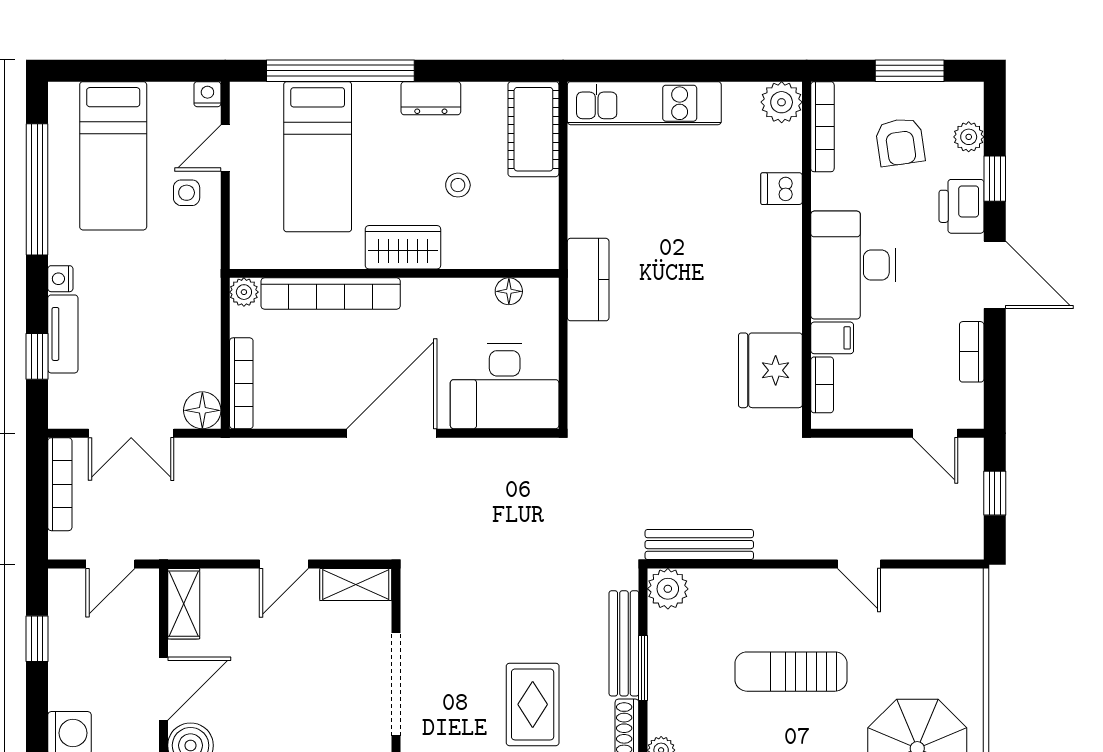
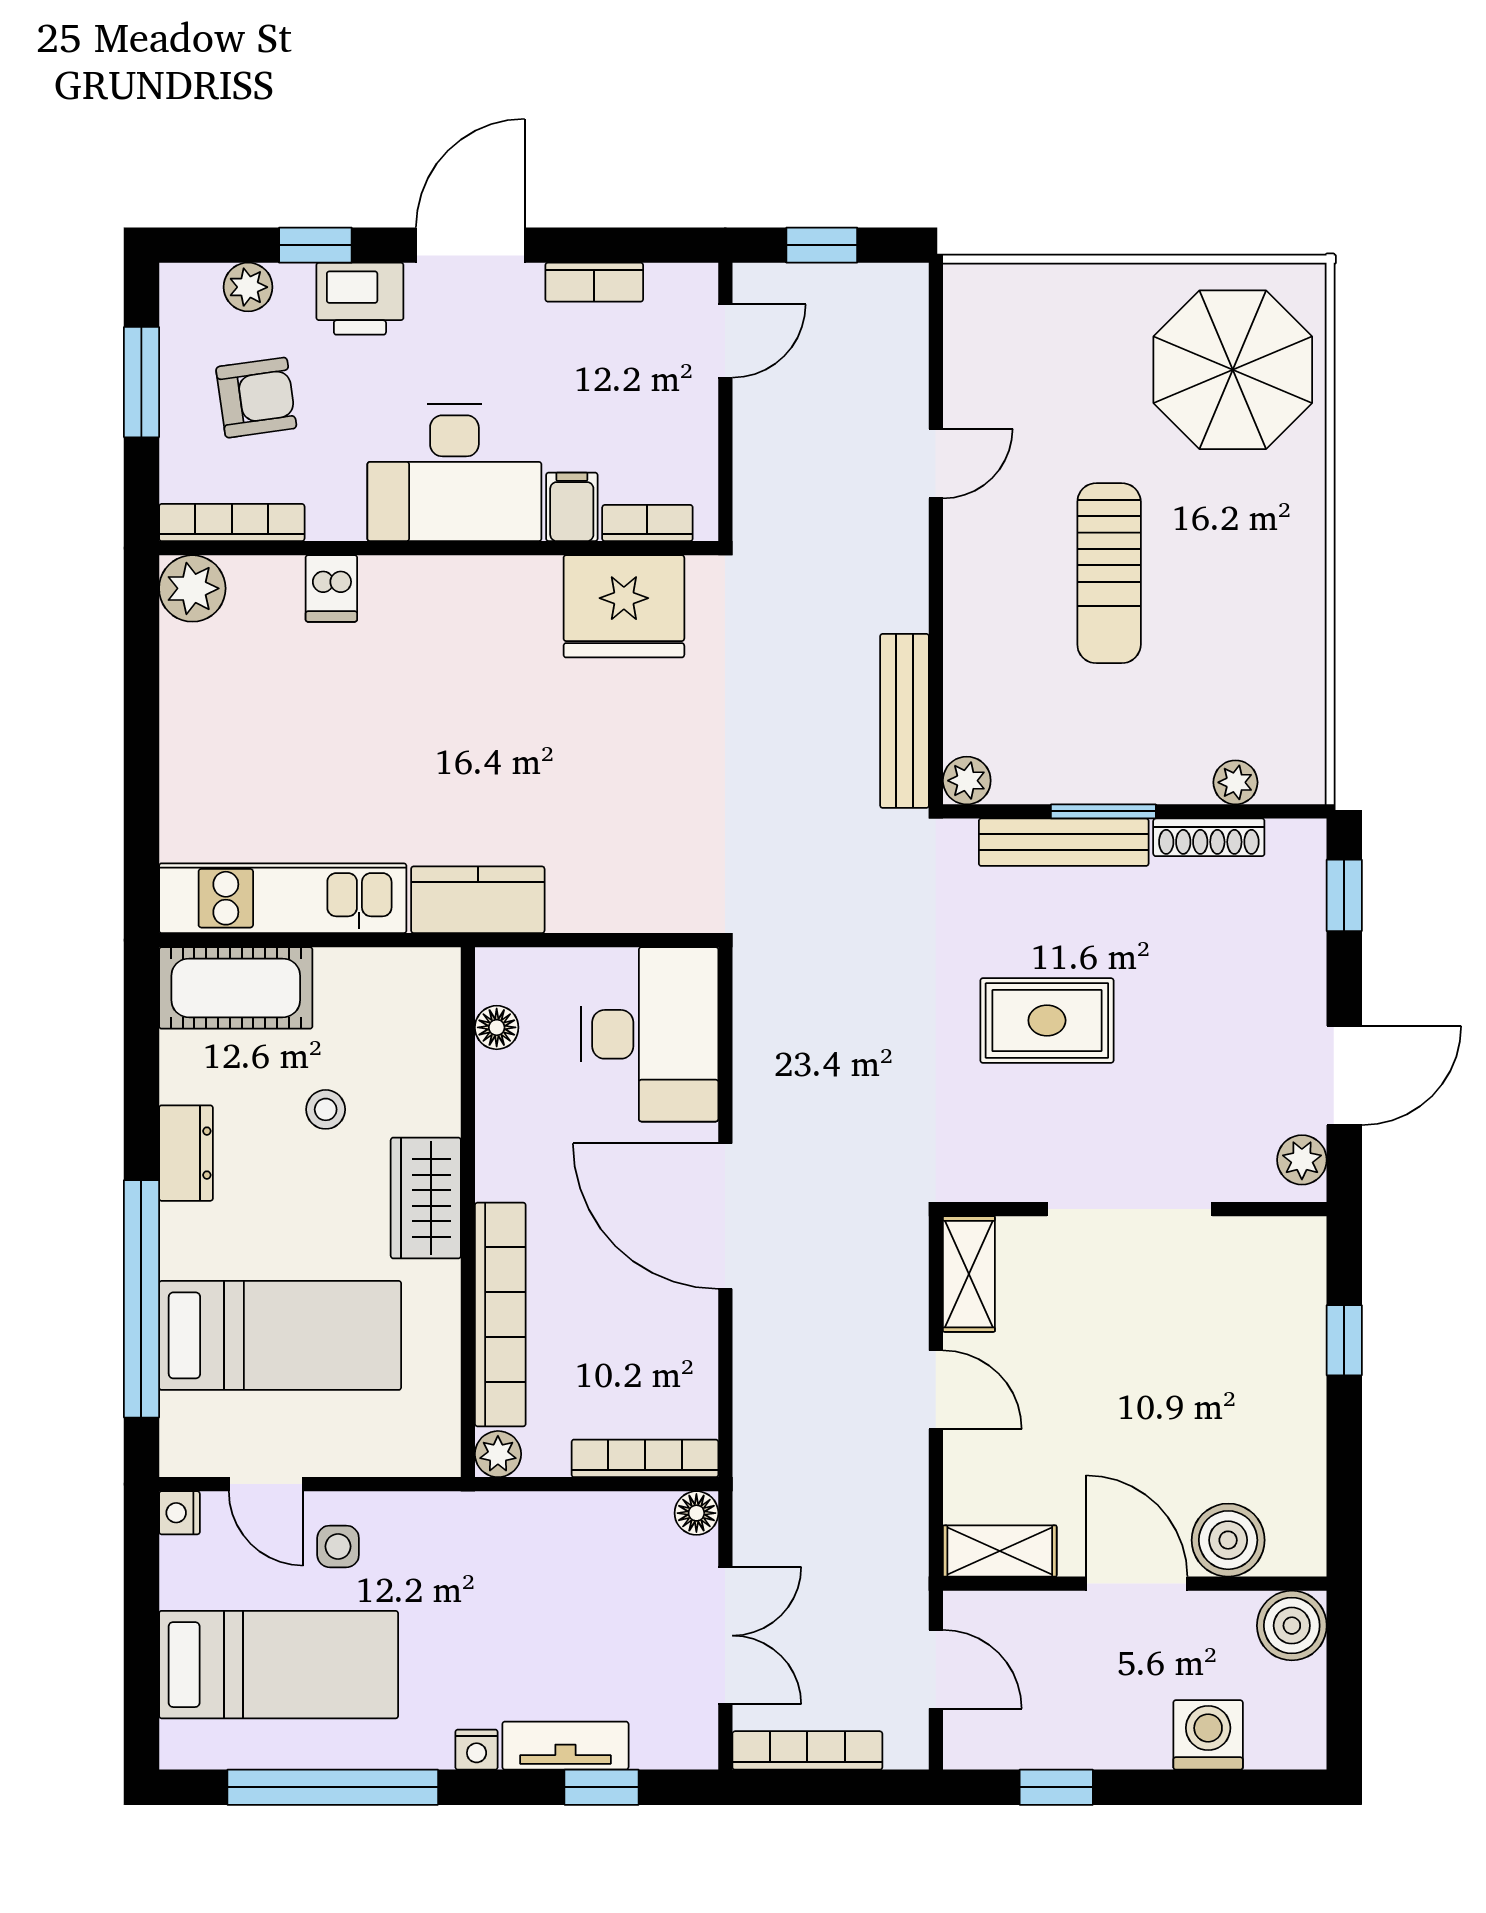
kitchen unit: (644, 103) -> (283, 898), moved, turned -90
floor lamp: (202, 410) -> (696, 1513), width x0.73, depth x0.73
plant: (668, 589) -> (967, 781), width x0.73, depth x0.73
rug: (533, 704) -> (1047, 1020), moved

